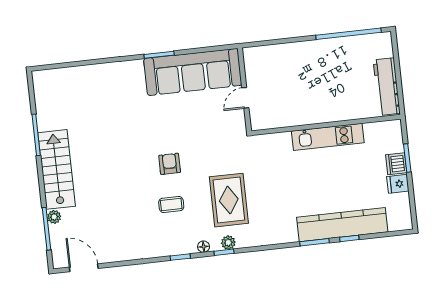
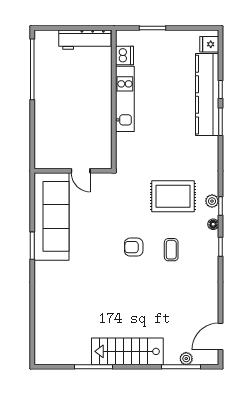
dishwasher: (396, 164) -> (125, 55), moved, turned -90
fridge: (398, 184) -> (209, 44), moved, turned 90
plant: (54, 217) -> (186, 359), moved

